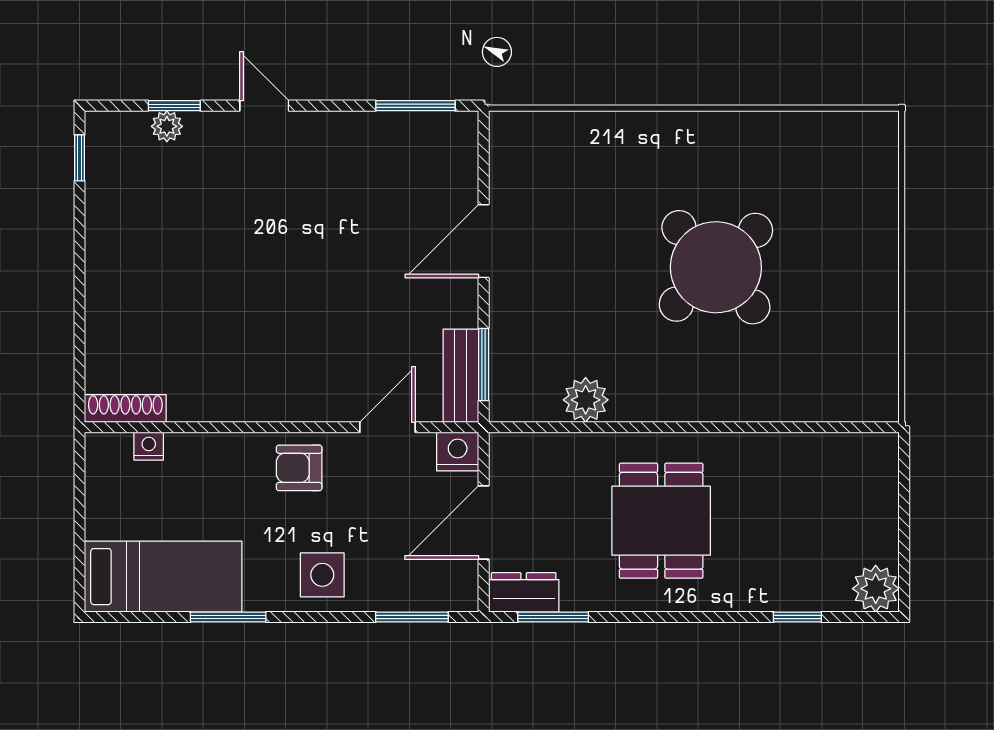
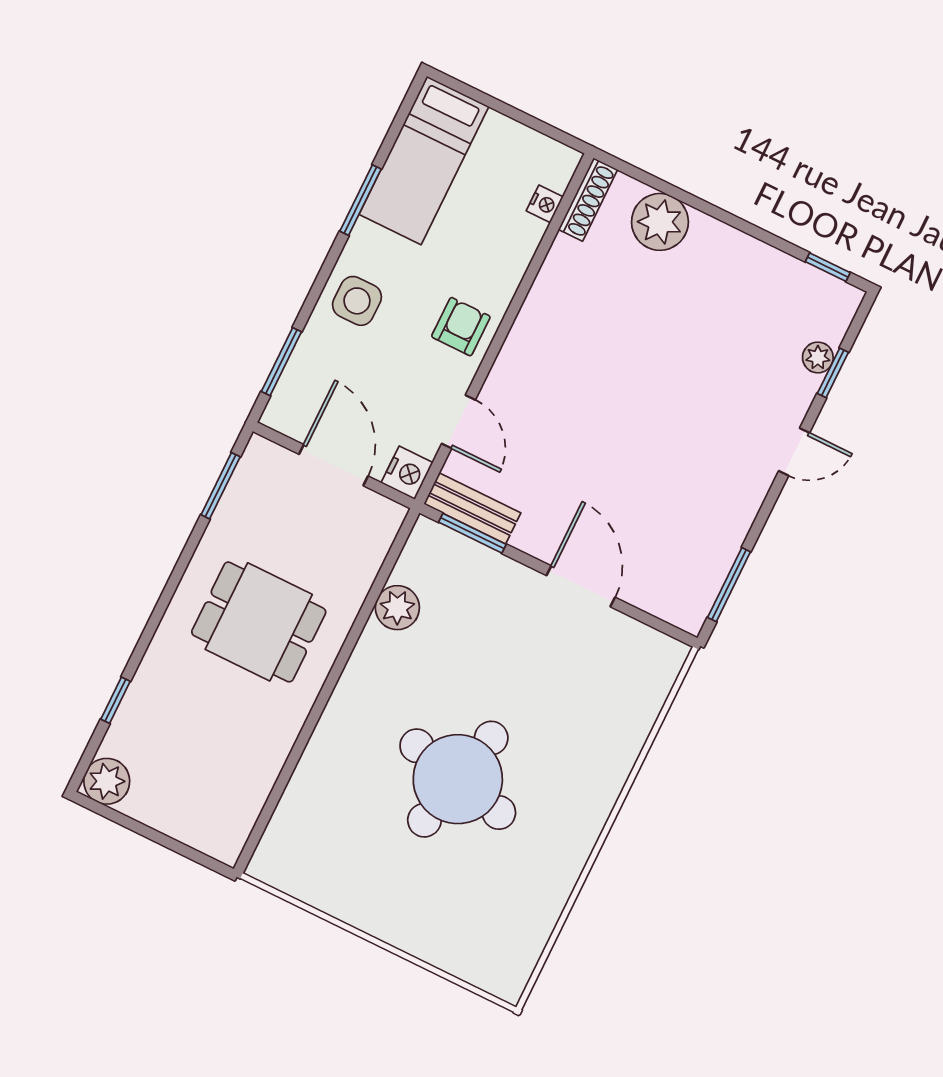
round table: (716, 267) -> (458, 779), turned -34
plant: (113, 332) -> (660, 222), added
dresser: (524, 592) -> (255, 470), removed

